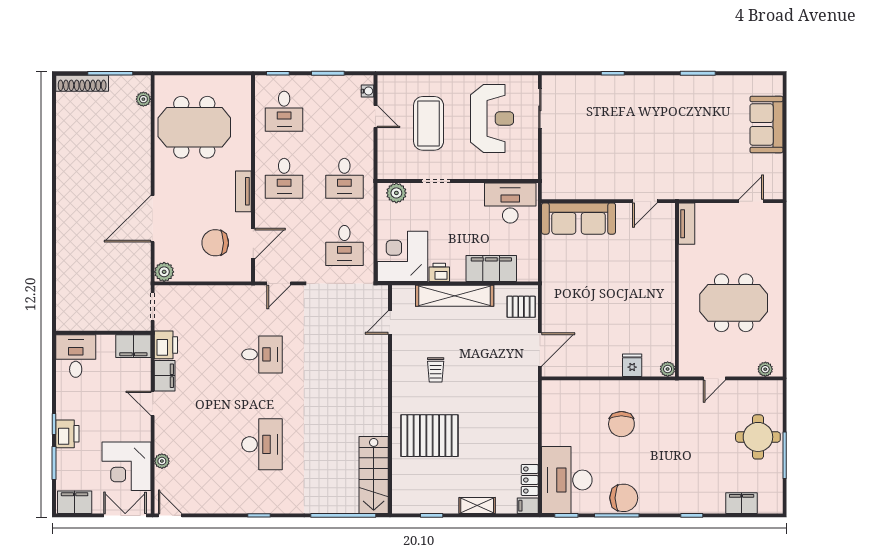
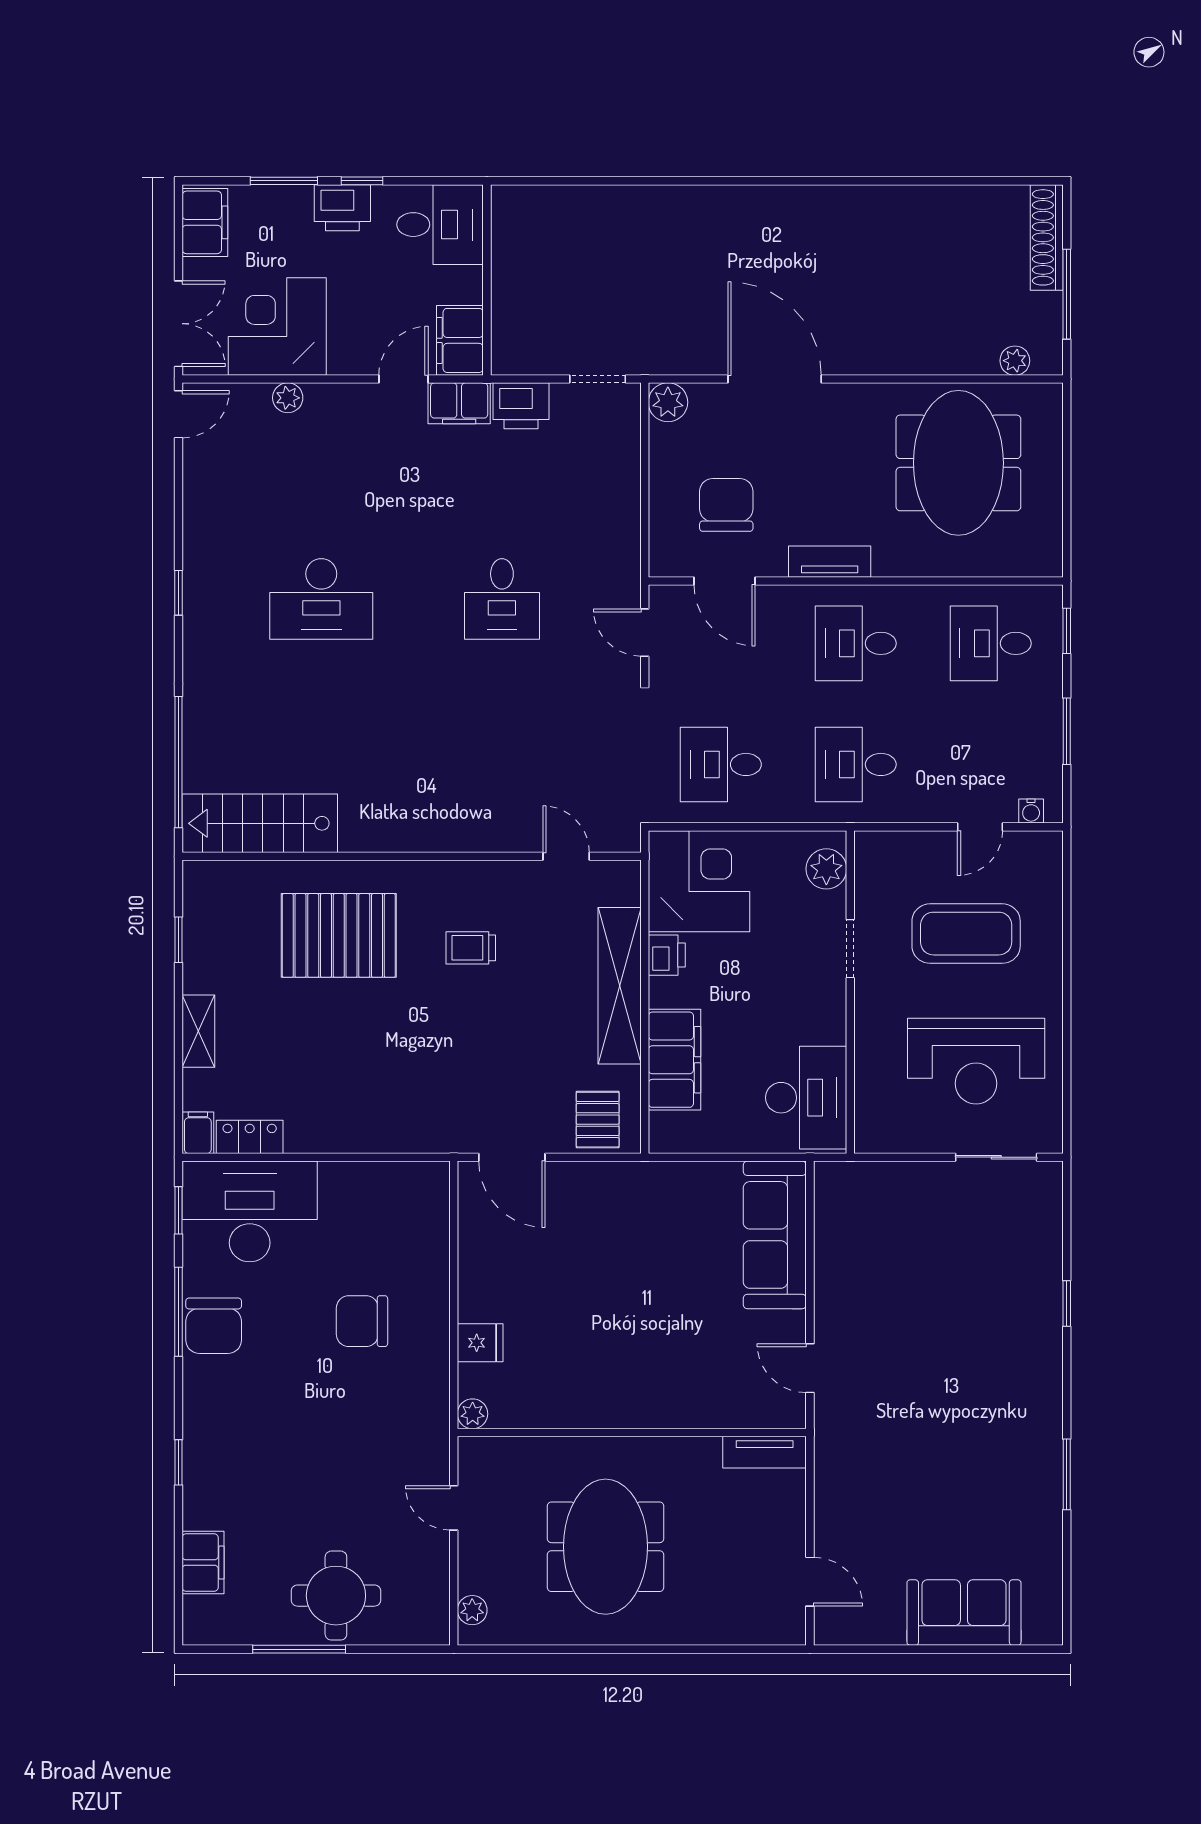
wall: (103, 333) -> (487, 280), moved
filing cabinet: (133, 346) -> (460, 340), moved
desk: (76, 356) -> (440, 225), moved
pallet: (429, 436) -> (339, 935), turned 90

